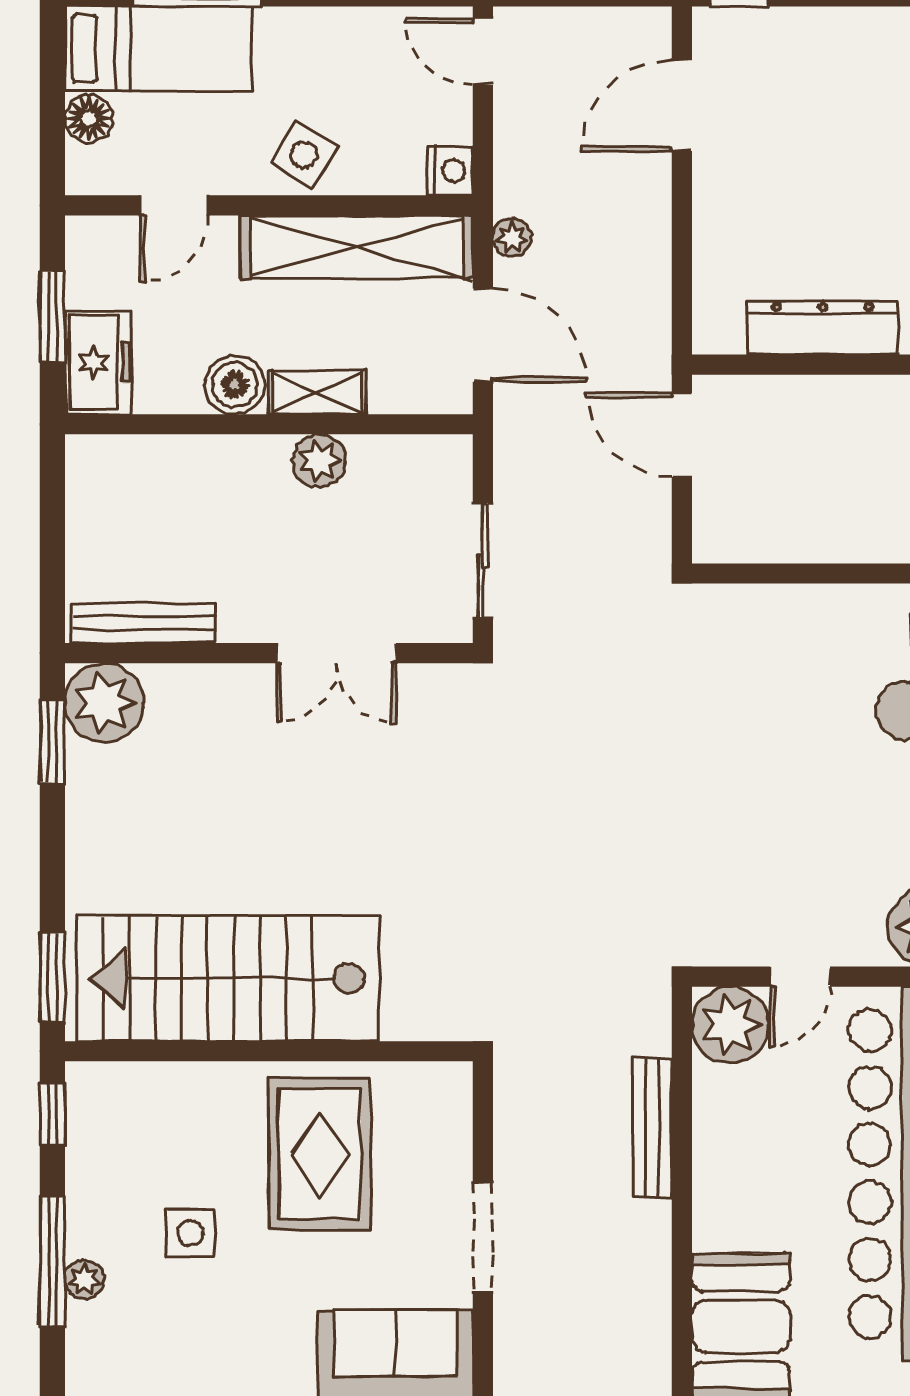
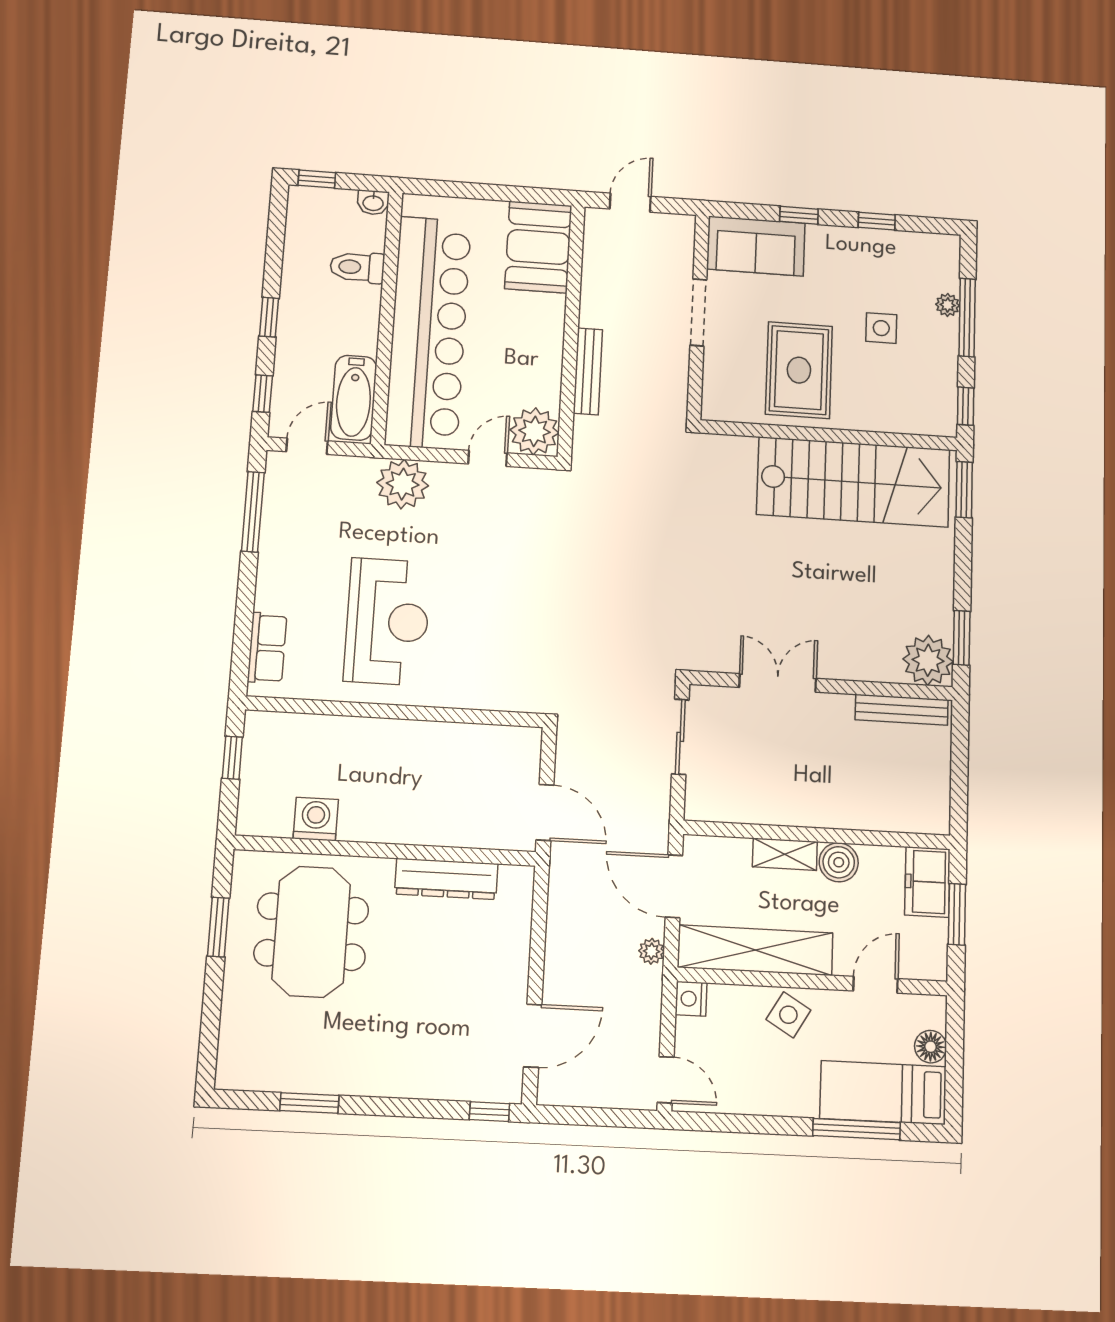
plant: (319, 461) -> (785, 809), removed

